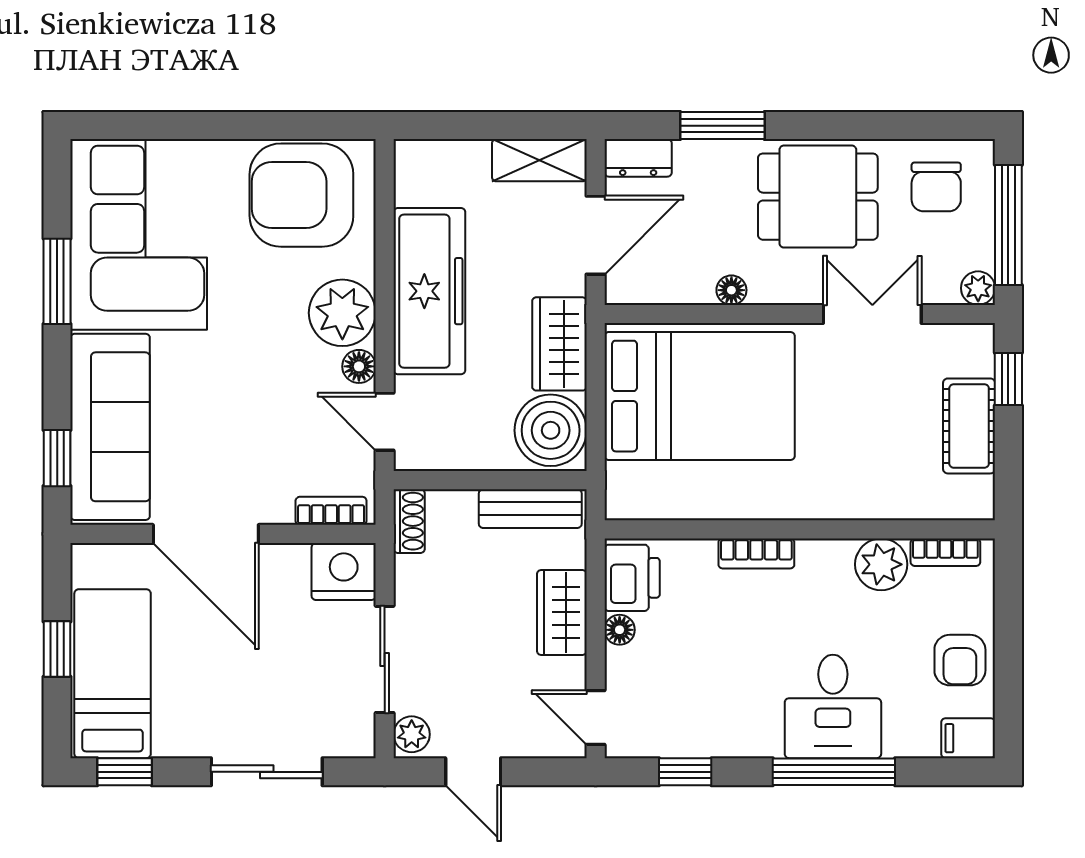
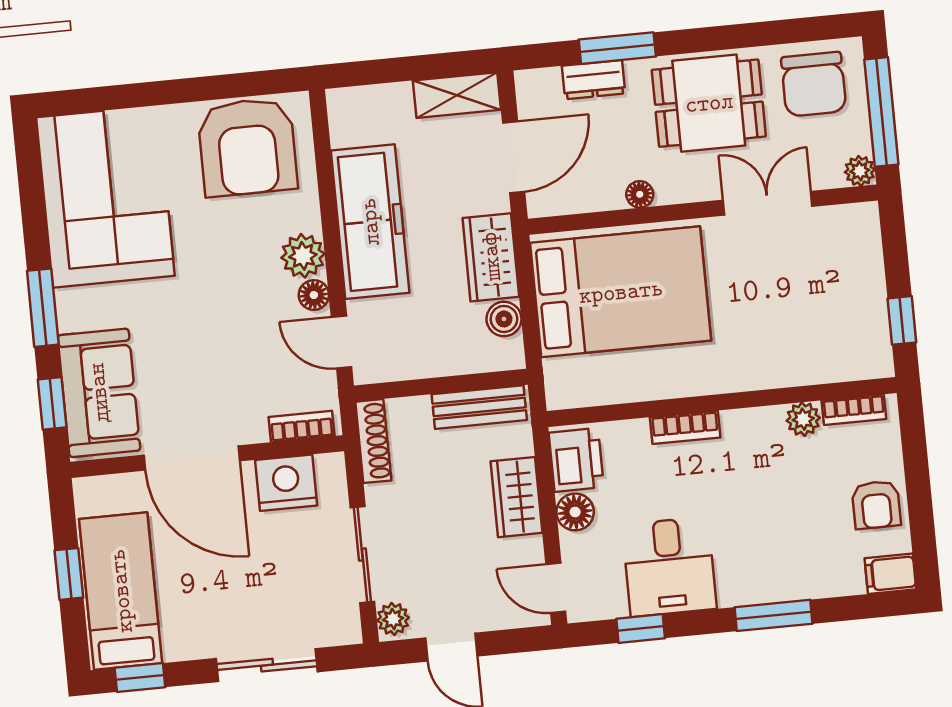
dresser: (638, 158) -> (594, 80), moved
chair: (936, 187) -> (814, 84), width x1.37, depth x1.37
armchair: (301, 195) -> (247, 147), turned -90
window: (57, 281) -> (43, 308), moved
plant: (342, 313) -> (303, 256), width x0.73, depth x0.73
window: (1008, 379) -> (902, 320), moved
cot: (969, 426) -> (864, 295), removed
sofa: (110, 427) -> (99, 393), width x0.73
boiler: (551, 430) -> (504, 319), width x0.54, depth x0.54
shoe rack: (409, 521) -> (373, 441), width x1.43
plant: (881, 564) -> (803, 419), width x0.73, depth x0.73
nightstand: (344, 572) -> (286, 483), moved
floor lamp: (620, 630) -> (575, 512), width x1.37, depth x1.37
desk: (833, 706) -> (669, 567), moved
window: (834, 772) -> (773, 615), width x0.69

